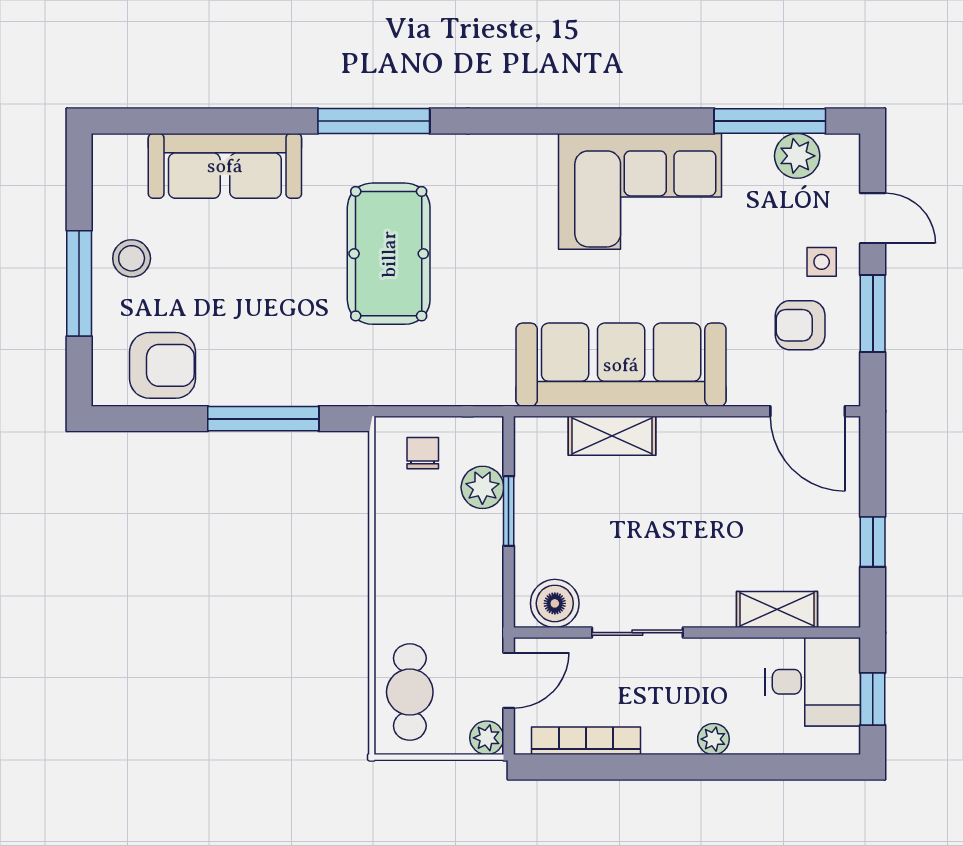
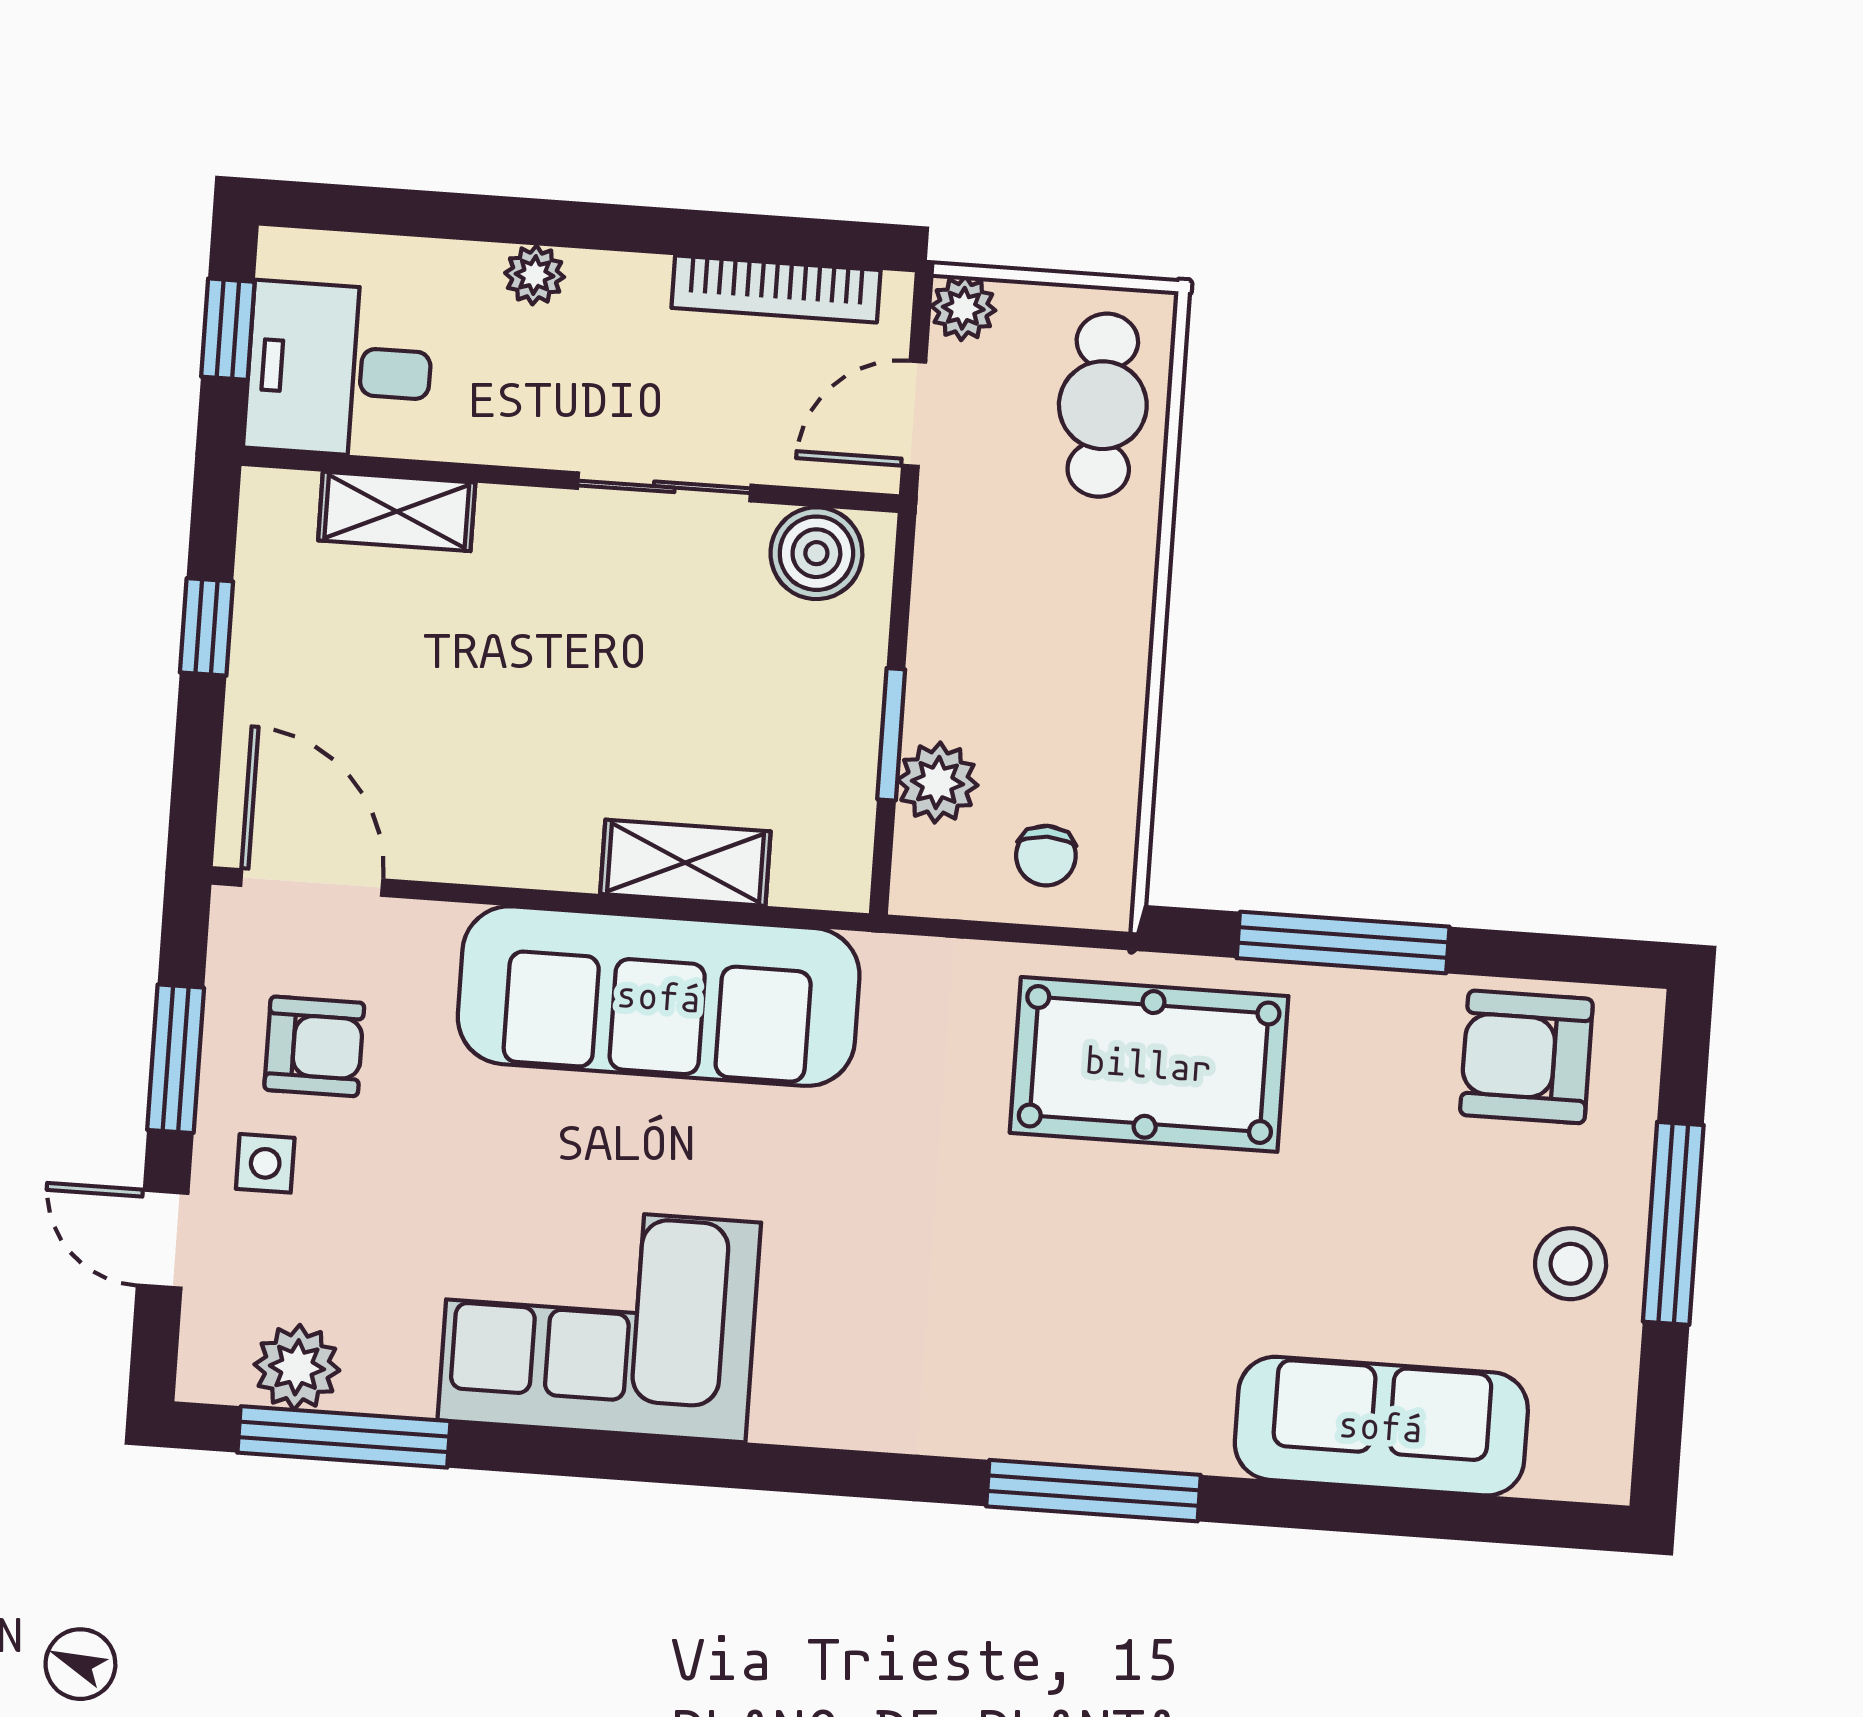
pool table: (389, 254) -> (1149, 1064), moved, turned 90

